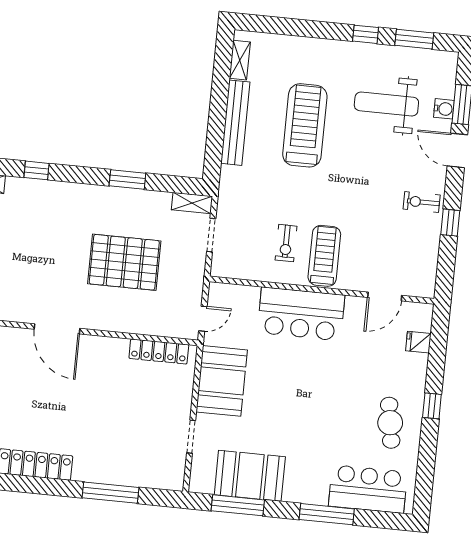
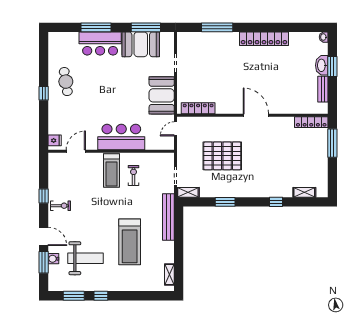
bench: (235, 123) -> (168, 217), moved
fridge: (418, 342) -> (55, 140), moved
bar counter: (368, 489) -> (100, 43), moved

